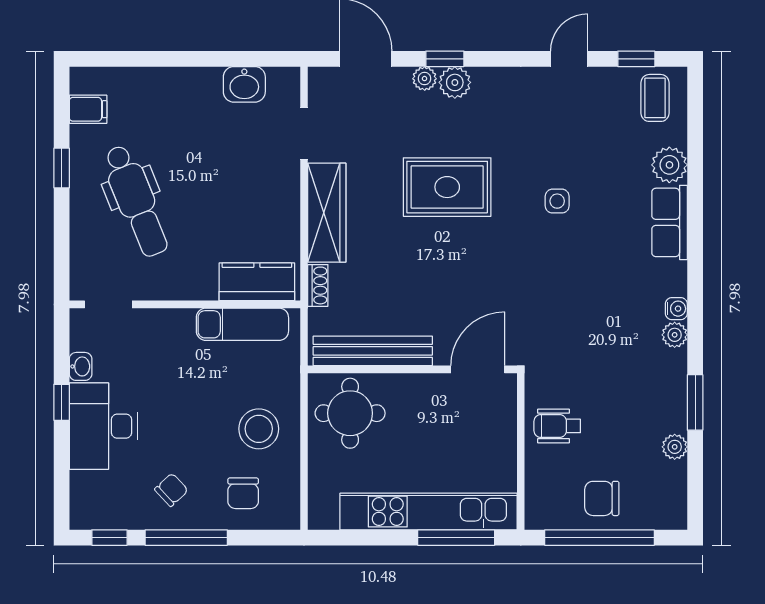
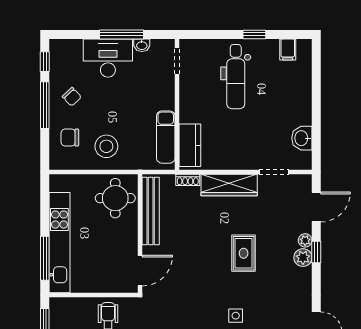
rug: (447, 187) -> (244, 253), width x0.73, depth x0.70
dental chair: (136, 201) -> (236, 77), turned -68
door: (478, 369) -> (140, 271), hinge flipped
window: (62, 402) -> (121, 34), width x2.17

